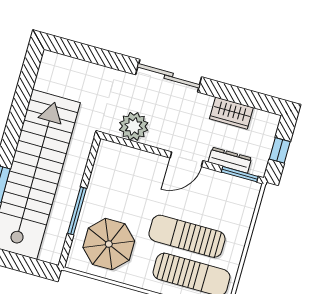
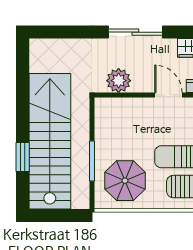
door: (186, 159) -> (168, 95), swing flipped

